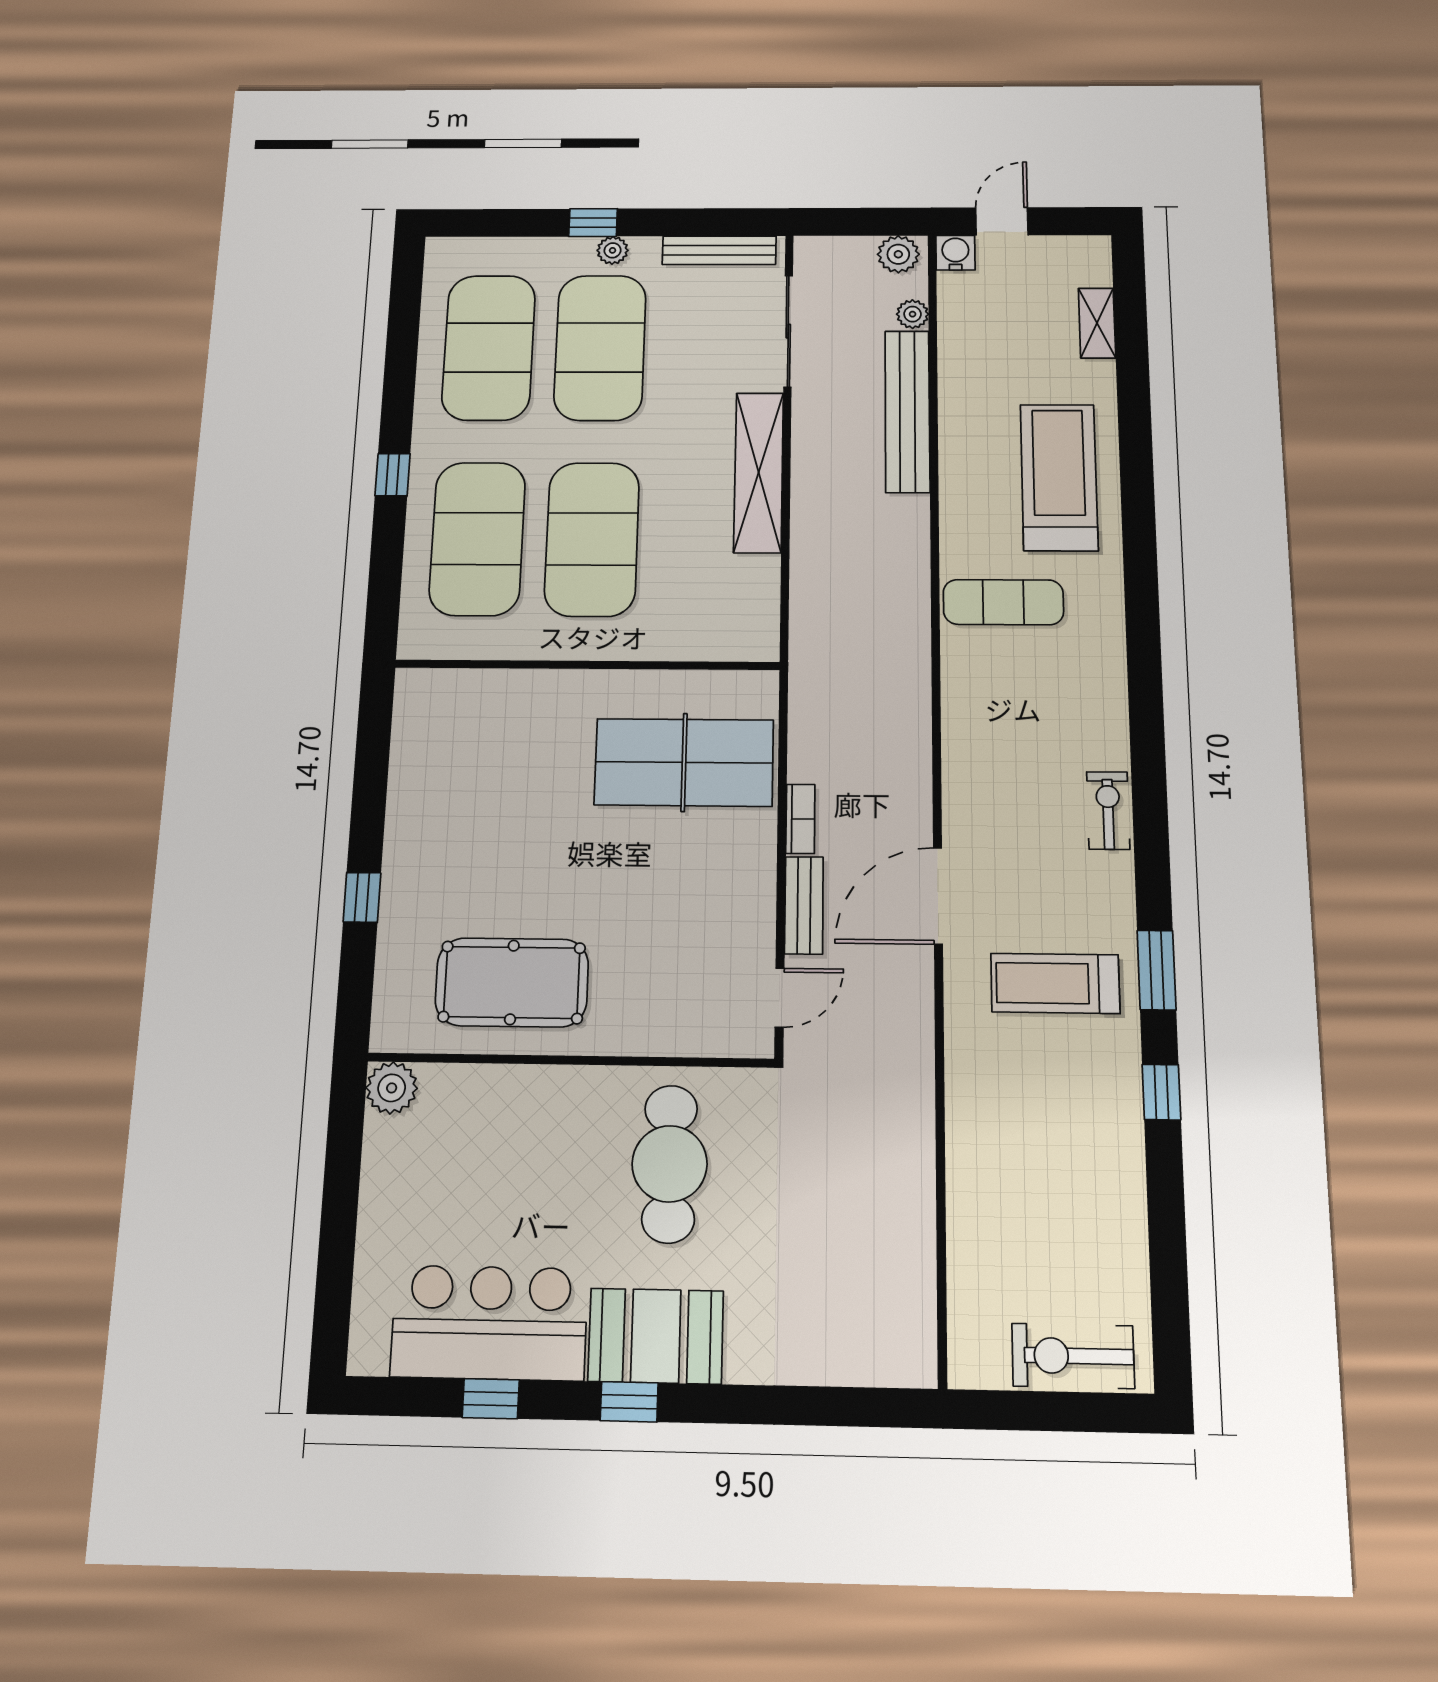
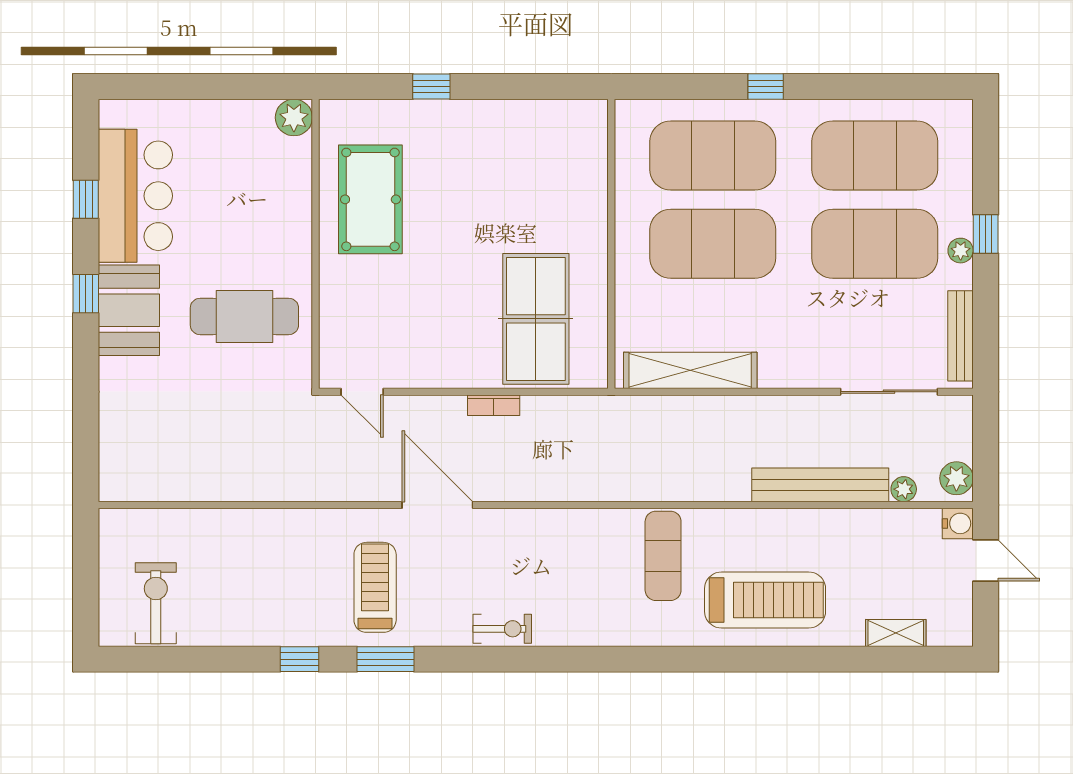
shelving: (759, 472) -> (690, 370), moved
bench: (804, 905) -> (429, 408), removed
exercise bike: (1073, 1356) -> (156, 603), moved

